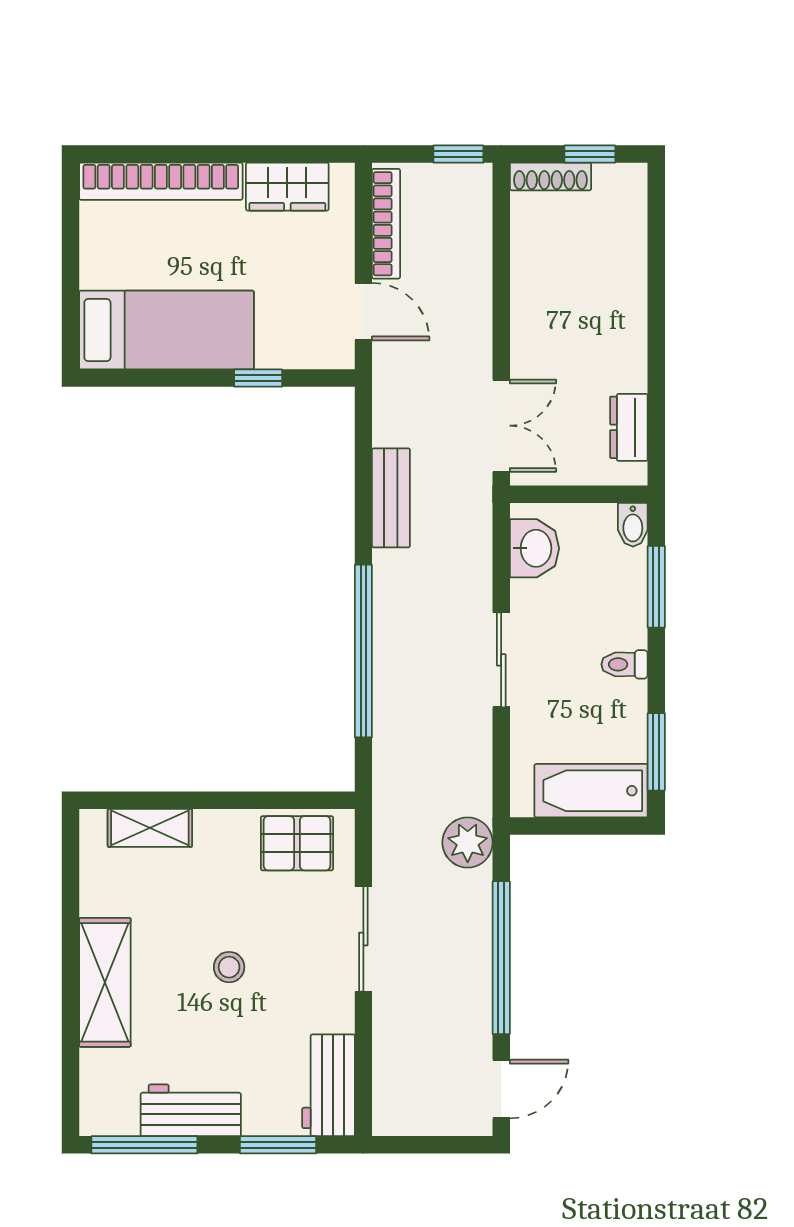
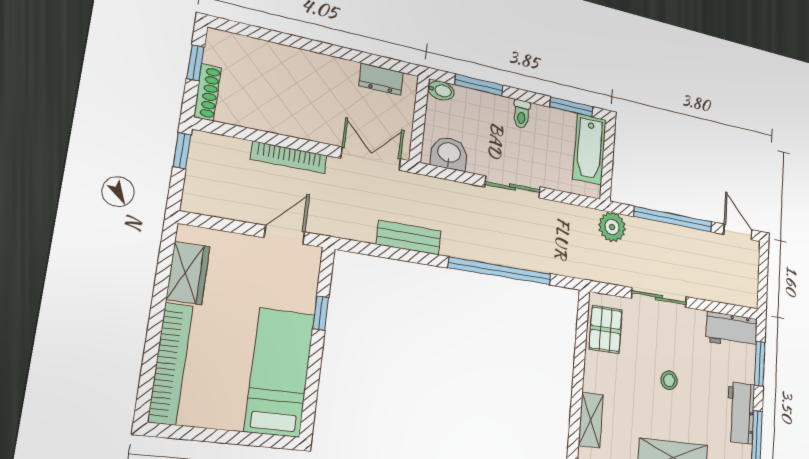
bookcase: (386, 224) -> (289, 157), moved, turned 180

